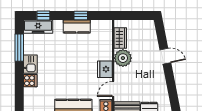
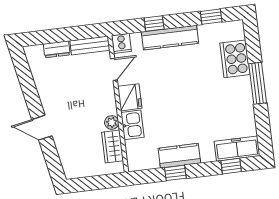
window: (19, 48) -> (258, 83), moved
plant: (123, 58) -> (112, 122), width x0.53, depth x0.53
kitchen sink: (30, 64) -> (132, 125), moved, turned 180
cooker: (30, 81) -> (235, 59), width x1.87, depth x1.31

